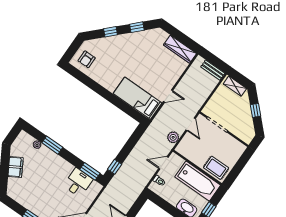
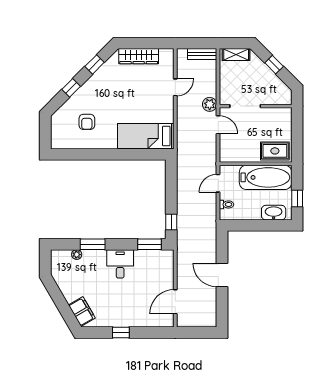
wardrobe: (180, 49) -> (139, 56), moved
armchair: (87, 59) -> (87, 122), moved
door: (168, 96) -> (175, 87), moved
plant: (173, 137) -> (210, 104), moved
filing cabinet: (16, 167) -> (82, 311), moved
desk: (78, 183) -> (120, 264), moved

